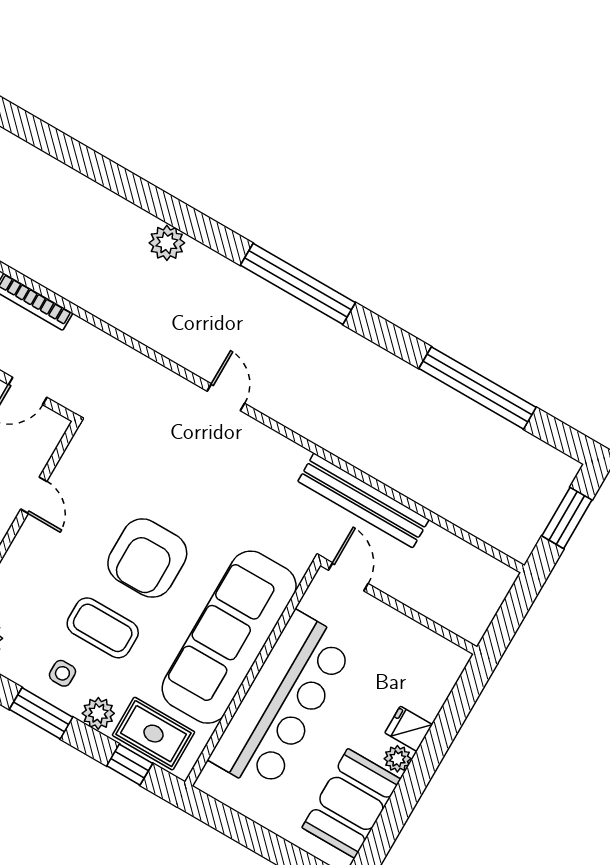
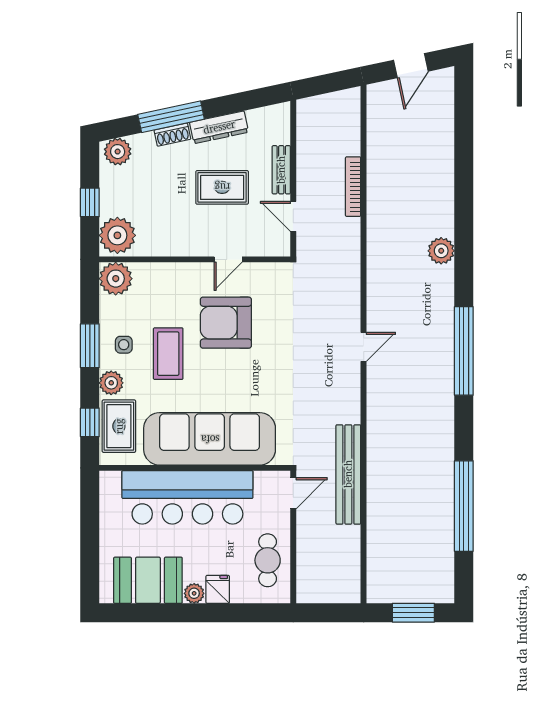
armchair: (147, 558) -> (226, 323), moved
cafe table: (409, 651) -> (268, 560), added

